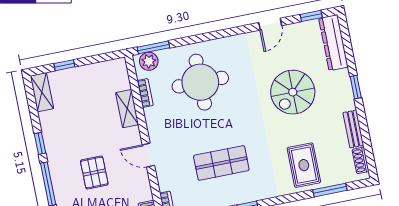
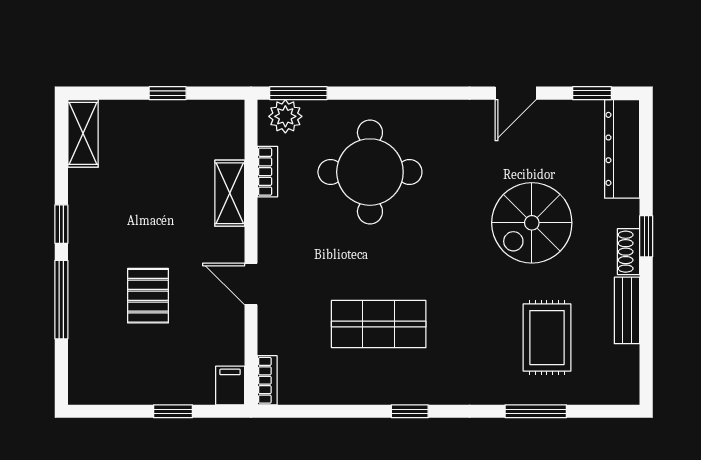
window: (64, 65) -> (168, 93), moved
shoe rack: (361, 160) -> (629, 252), moved
rug: (304, 165) -> (547, 338), moved
window: (330, 190) -> (536, 411), moved

